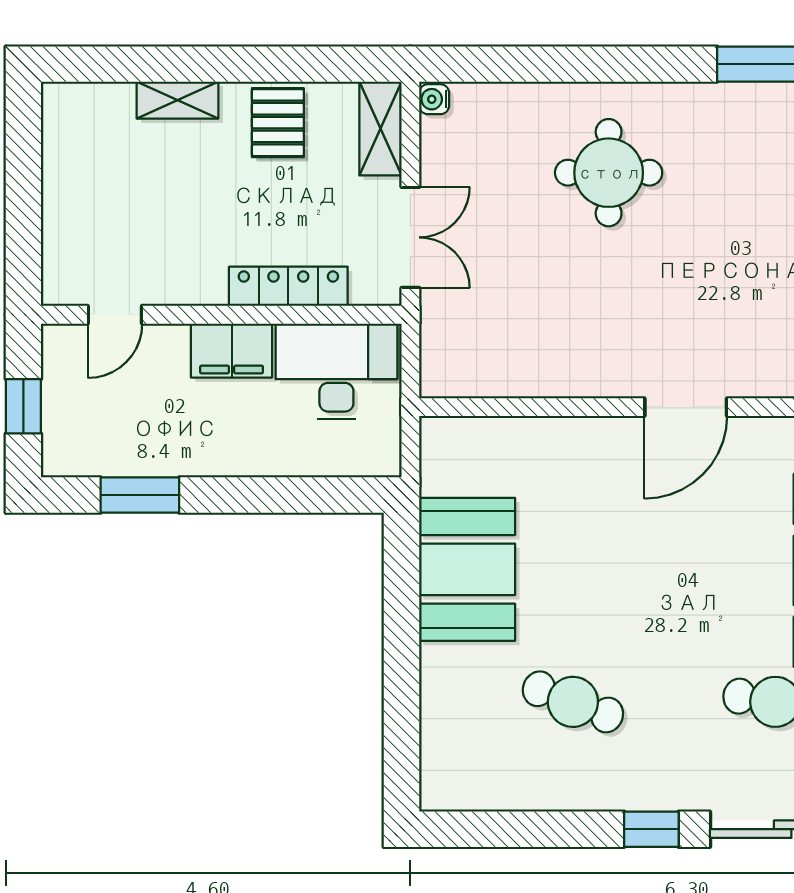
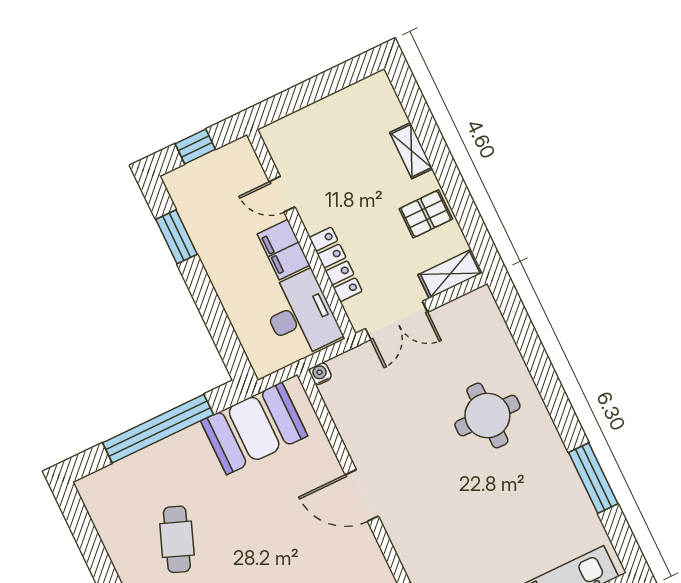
water cooler: (434, 99) -> (320, 374), moved
door: (115, 315) -> (282, 194), moved
door: (686, 407) -> (362, 496), moved
booth: (467, 569) -> (254, 428), moved
window: (402, 653) -> (158, 429), added

